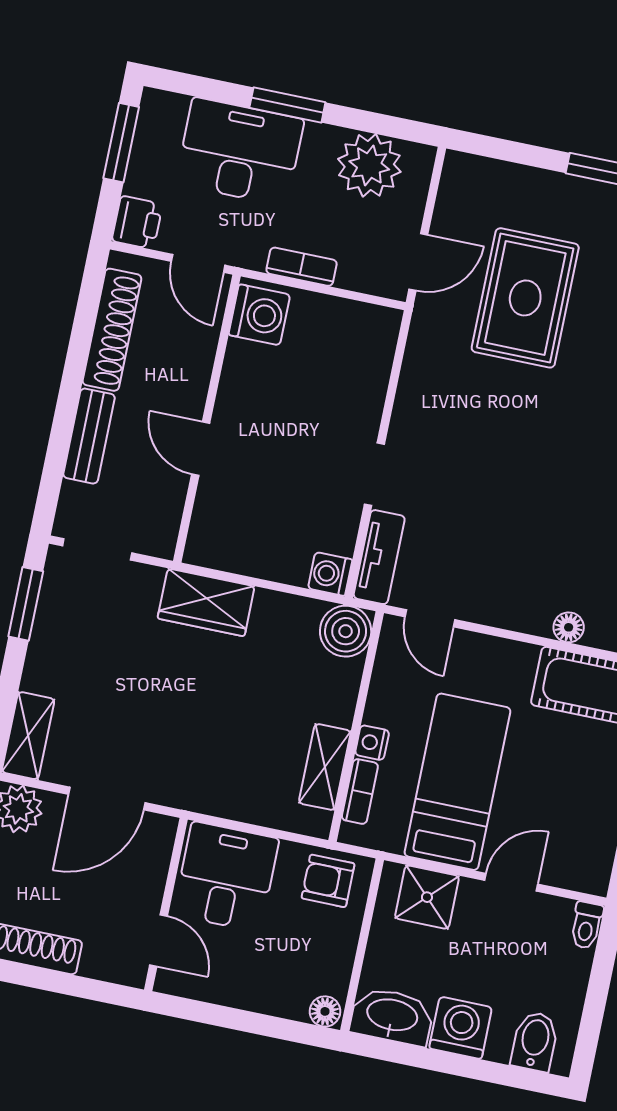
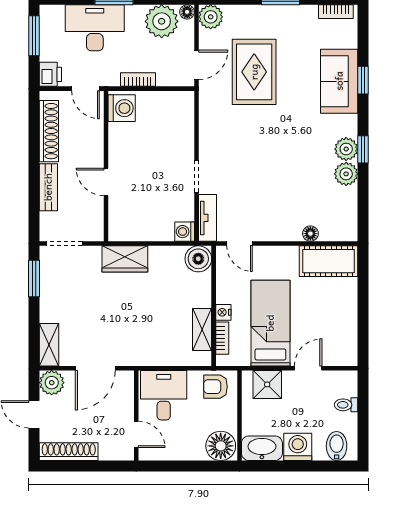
floor lamp: (421, 158) -> (187, 12), added
plant: (464, 176) -> (211, 17), added
toilet: (586, 925) -> (346, 405), moved, turned 90
floor lamp: (325, 1011) -> (221, 446), width x1.89, depth x1.89

